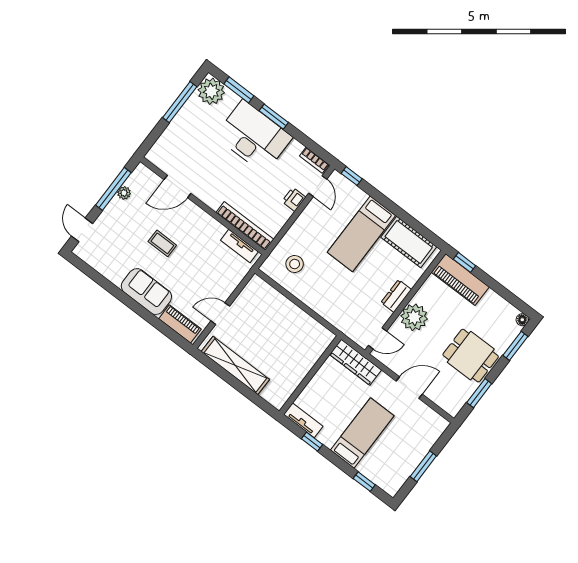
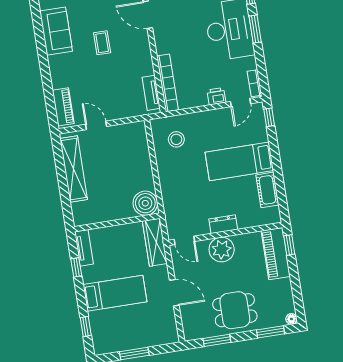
cot: (409, 242) -> (267, 190), width x0.73, depth x0.75
sofa: (146, 292) -> (56, 31), moved
boiler: (318, 338) -> (145, 203), added
dining table: (471, 356) -> (235, 310), turned 90

